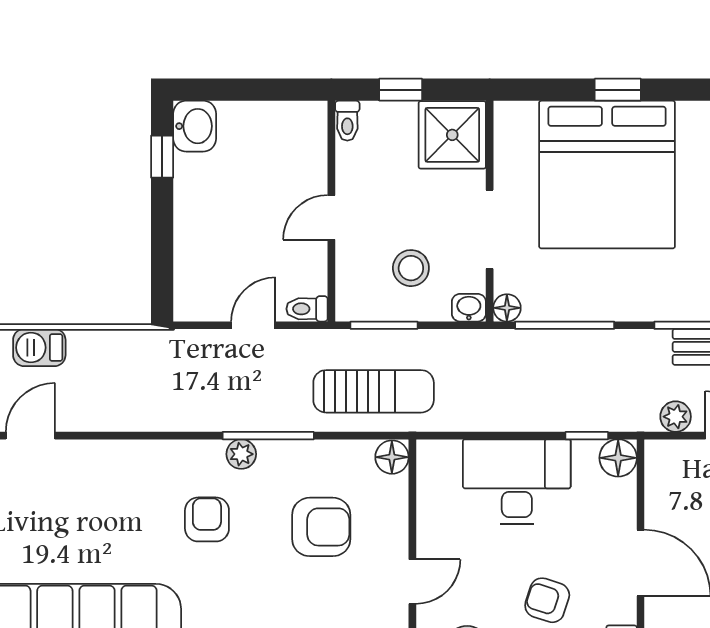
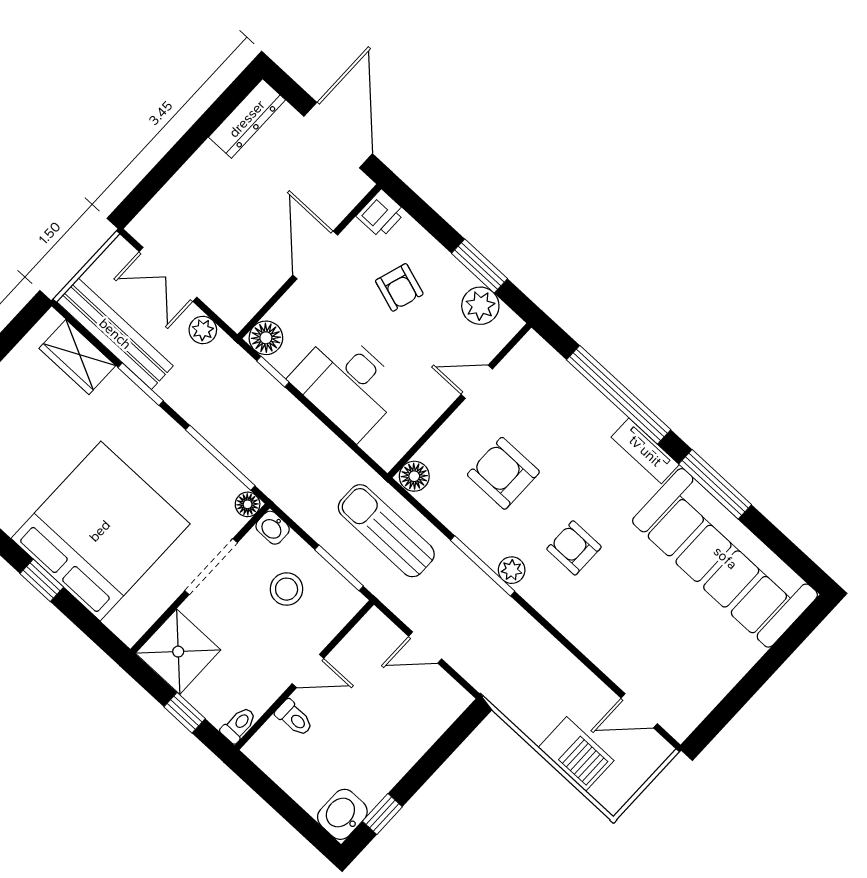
toilet: (307, 309) -> (294, 718), moved
barbecue: (39, 348) -> (576, 754), width x1.38, depth x1.27
armchair: (207, 519) -> (574, 548), turned 90

